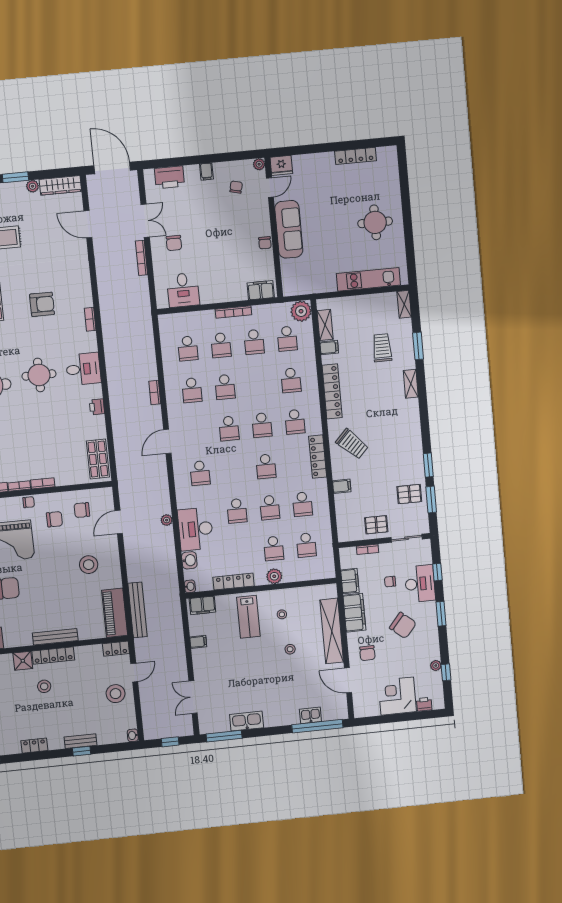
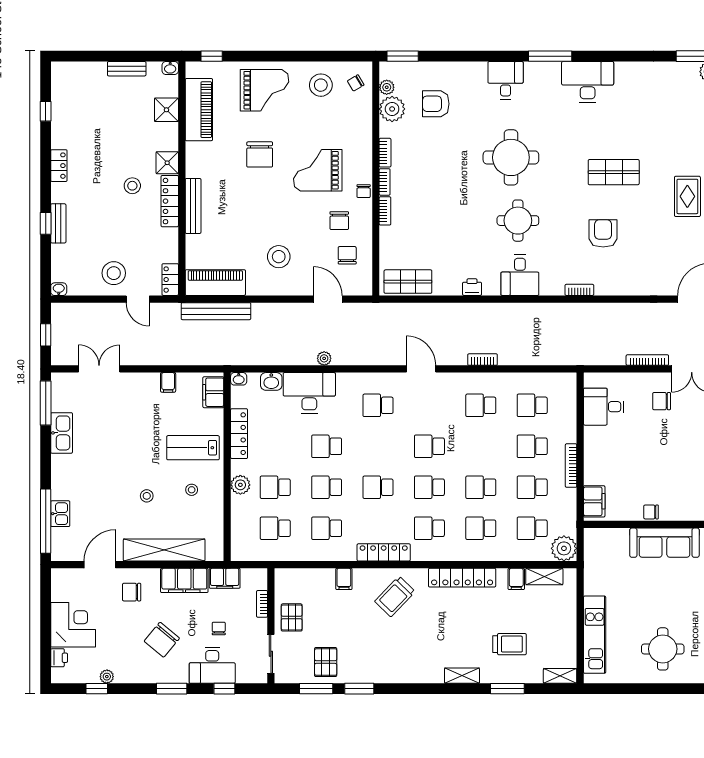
armchair: (42, 304) -> (603, 233), turned 180
school desk: (225, 387) -> (481, 487), moved

